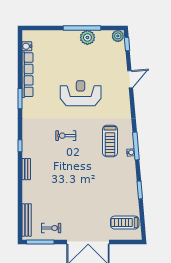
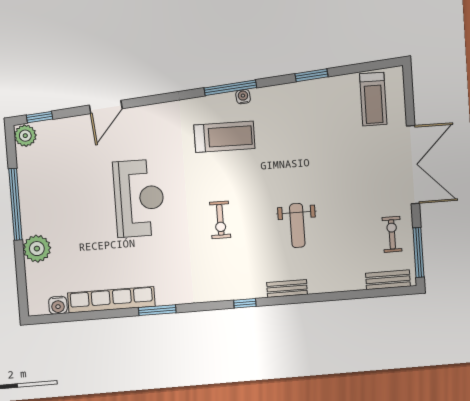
plant: (87, 37) -> (37, 249), moved
door: (130, 79) -> (106, 107), swing flipped
reception desk: (81, 93) -> (139, 198), turned 180
weight bench: (60, 177) -> (297, 225), added
bench: (27, 220) -> (388, 280), width x0.73

